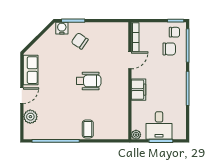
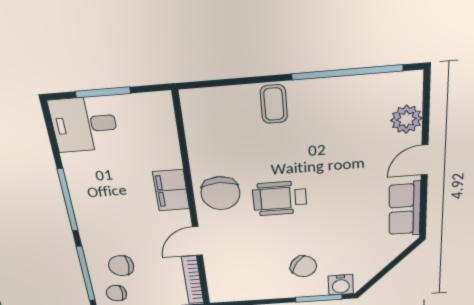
chair: (116, 86) -> (220, 193), added
desk: (159, 126) -> (84, 124), moved, turned -90
plant: (136, 135) -> (162, 101), removed

